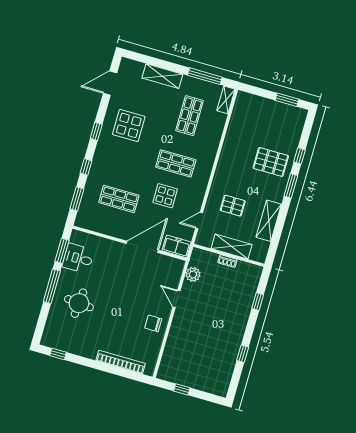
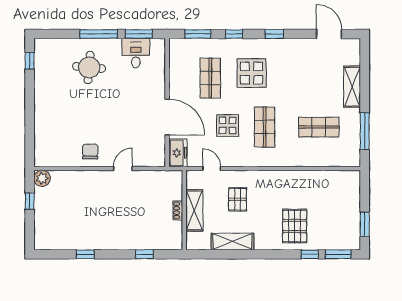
shelving: (226, 100) -> (346, 160), removed
display table: (129, 125) -> (252, 73), moved
window: (291, 186) -> (338, 254), moved
plant: (193, 274) -> (42, 178), moved
bookcase: (121, 362) -> (40, 129), removed

